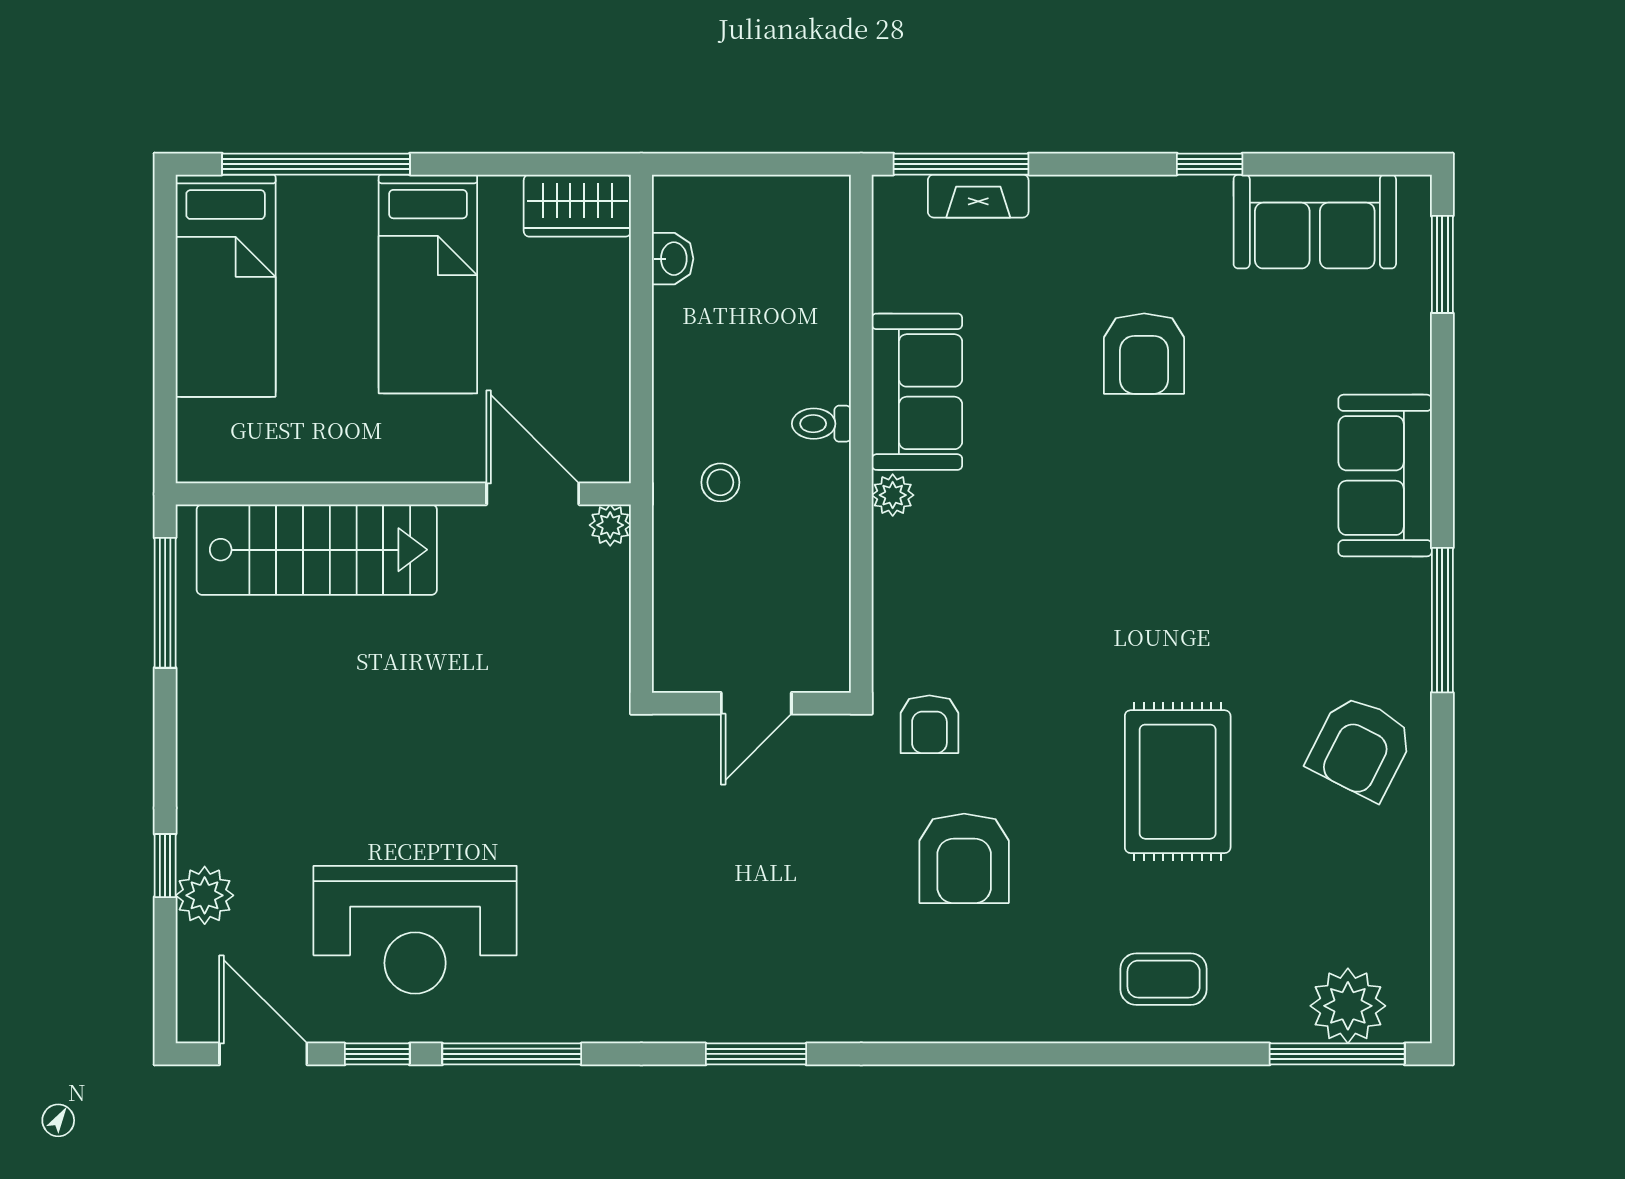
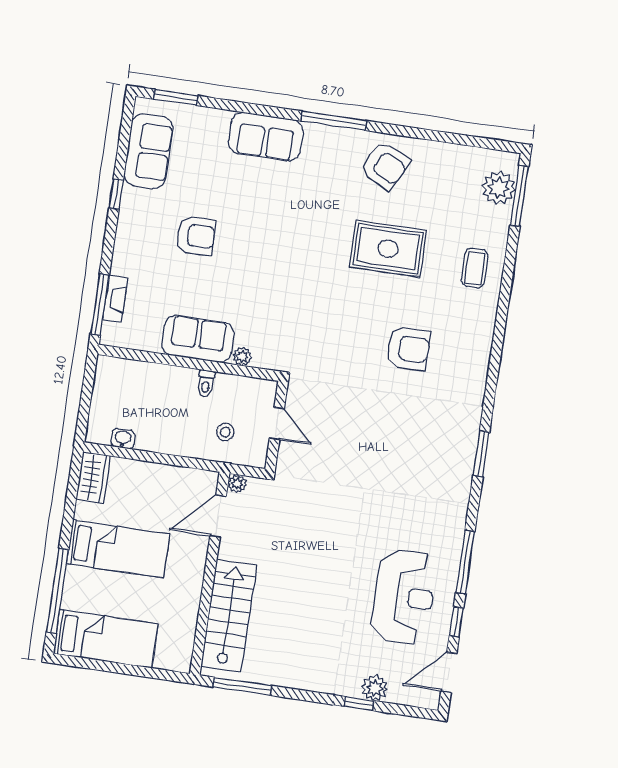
wall: (751, 703) -> (277, 426), moved
door: (756, 703) -> (277, 423), moved
armchair: (929, 724) -> (346, 355), removed

